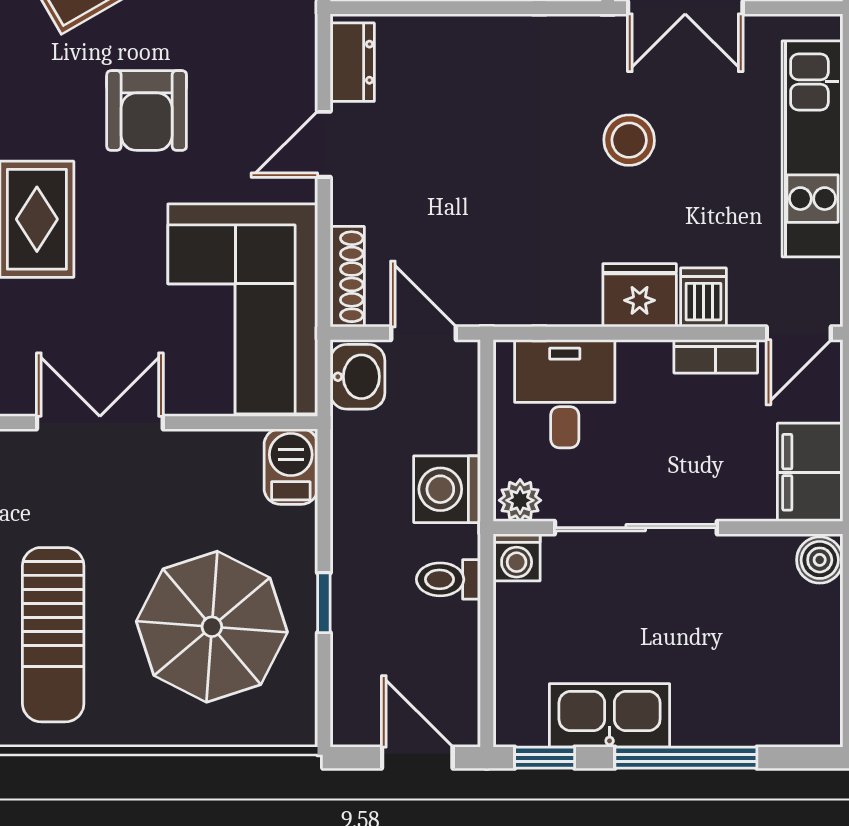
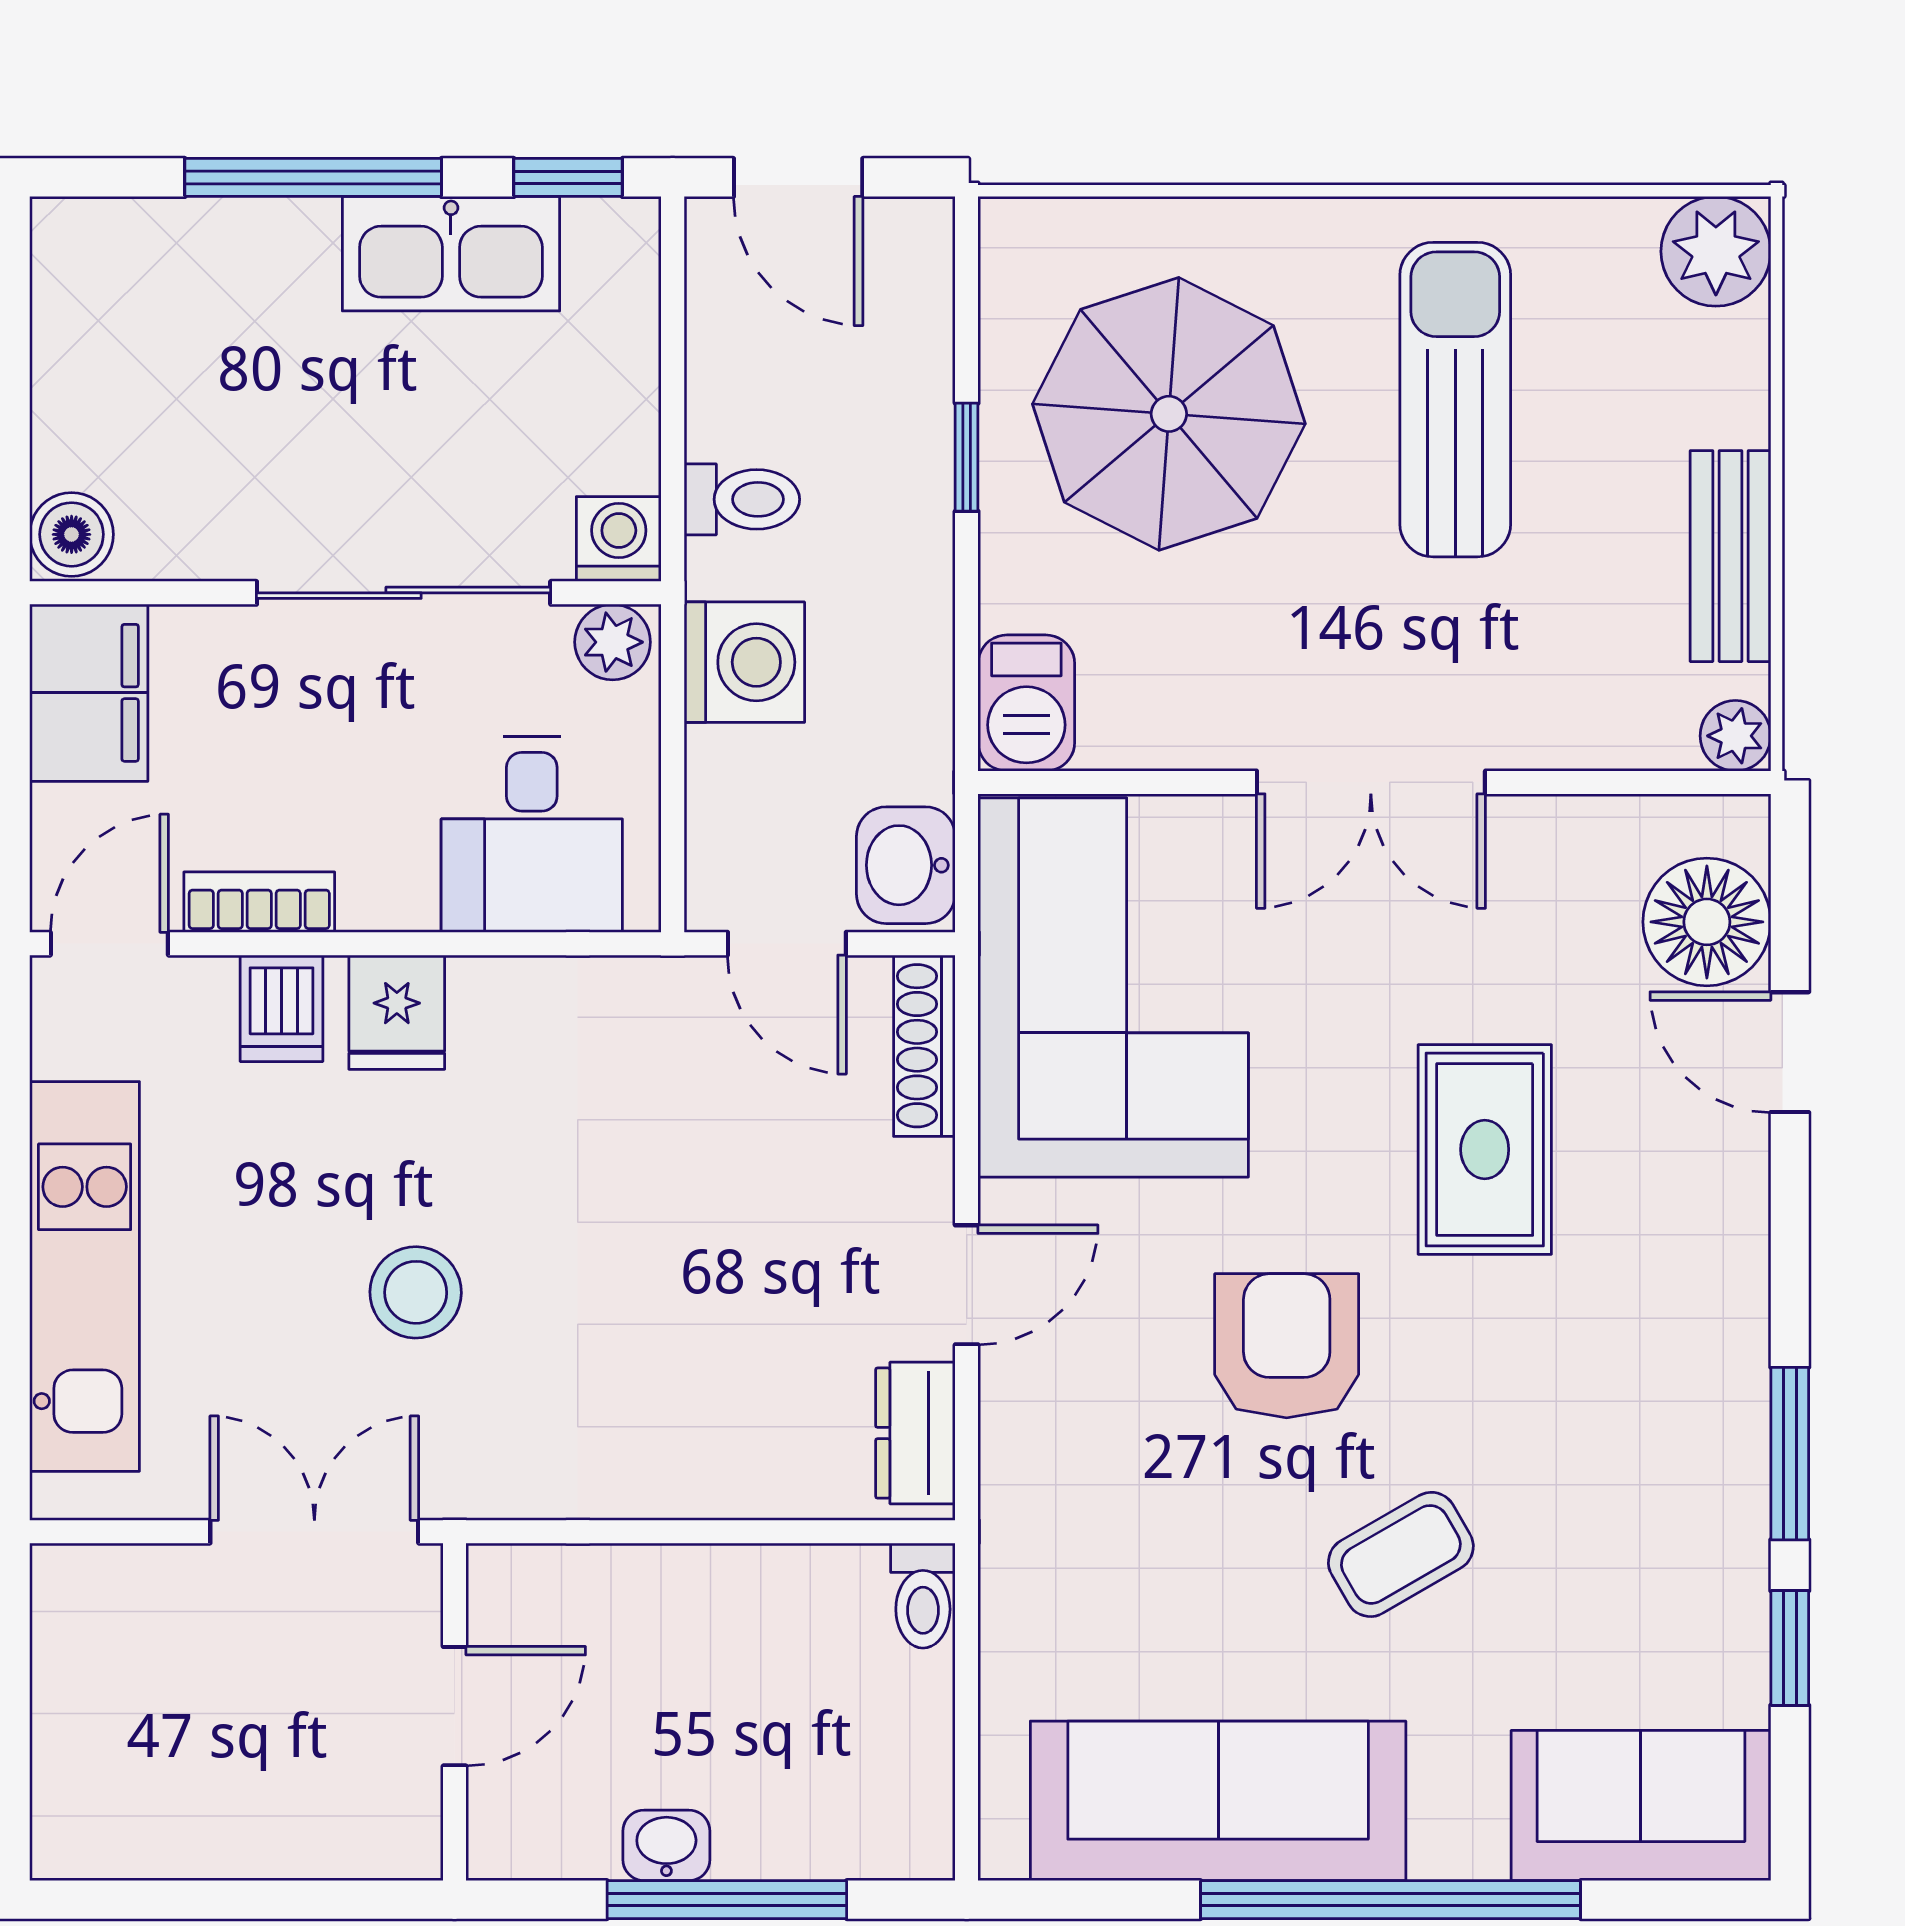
fridge: (640, 295) -> (397, 1012), width x0.72

